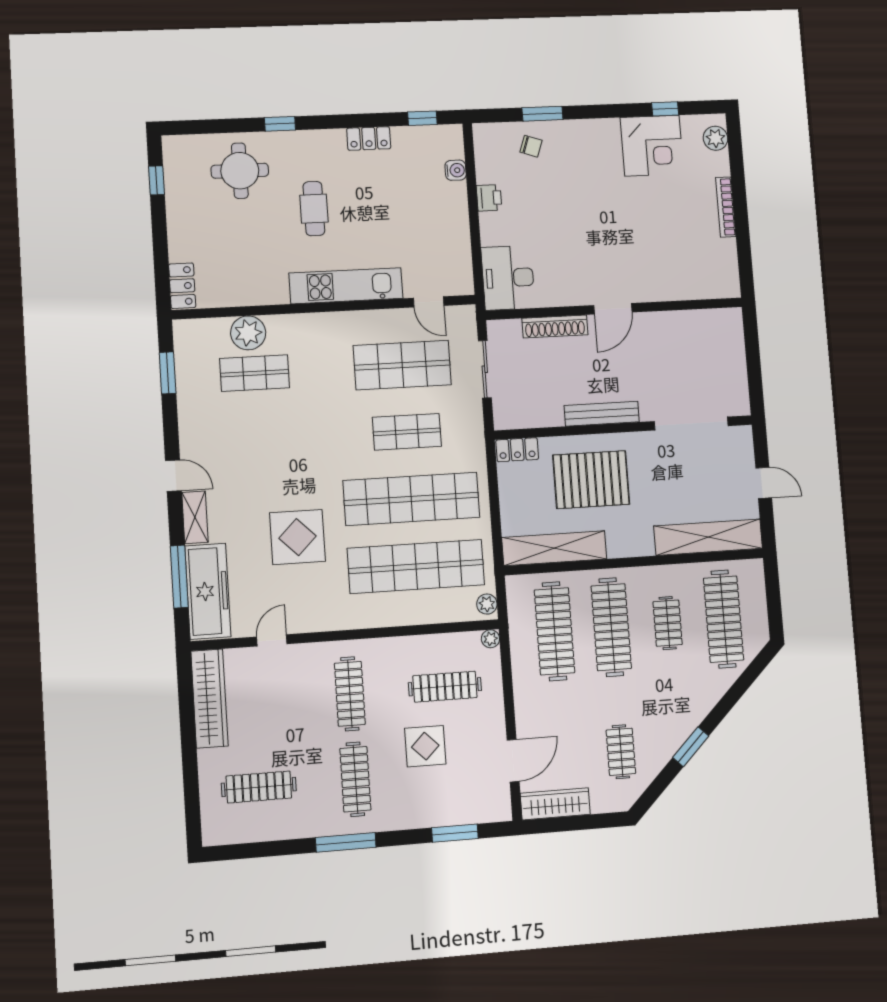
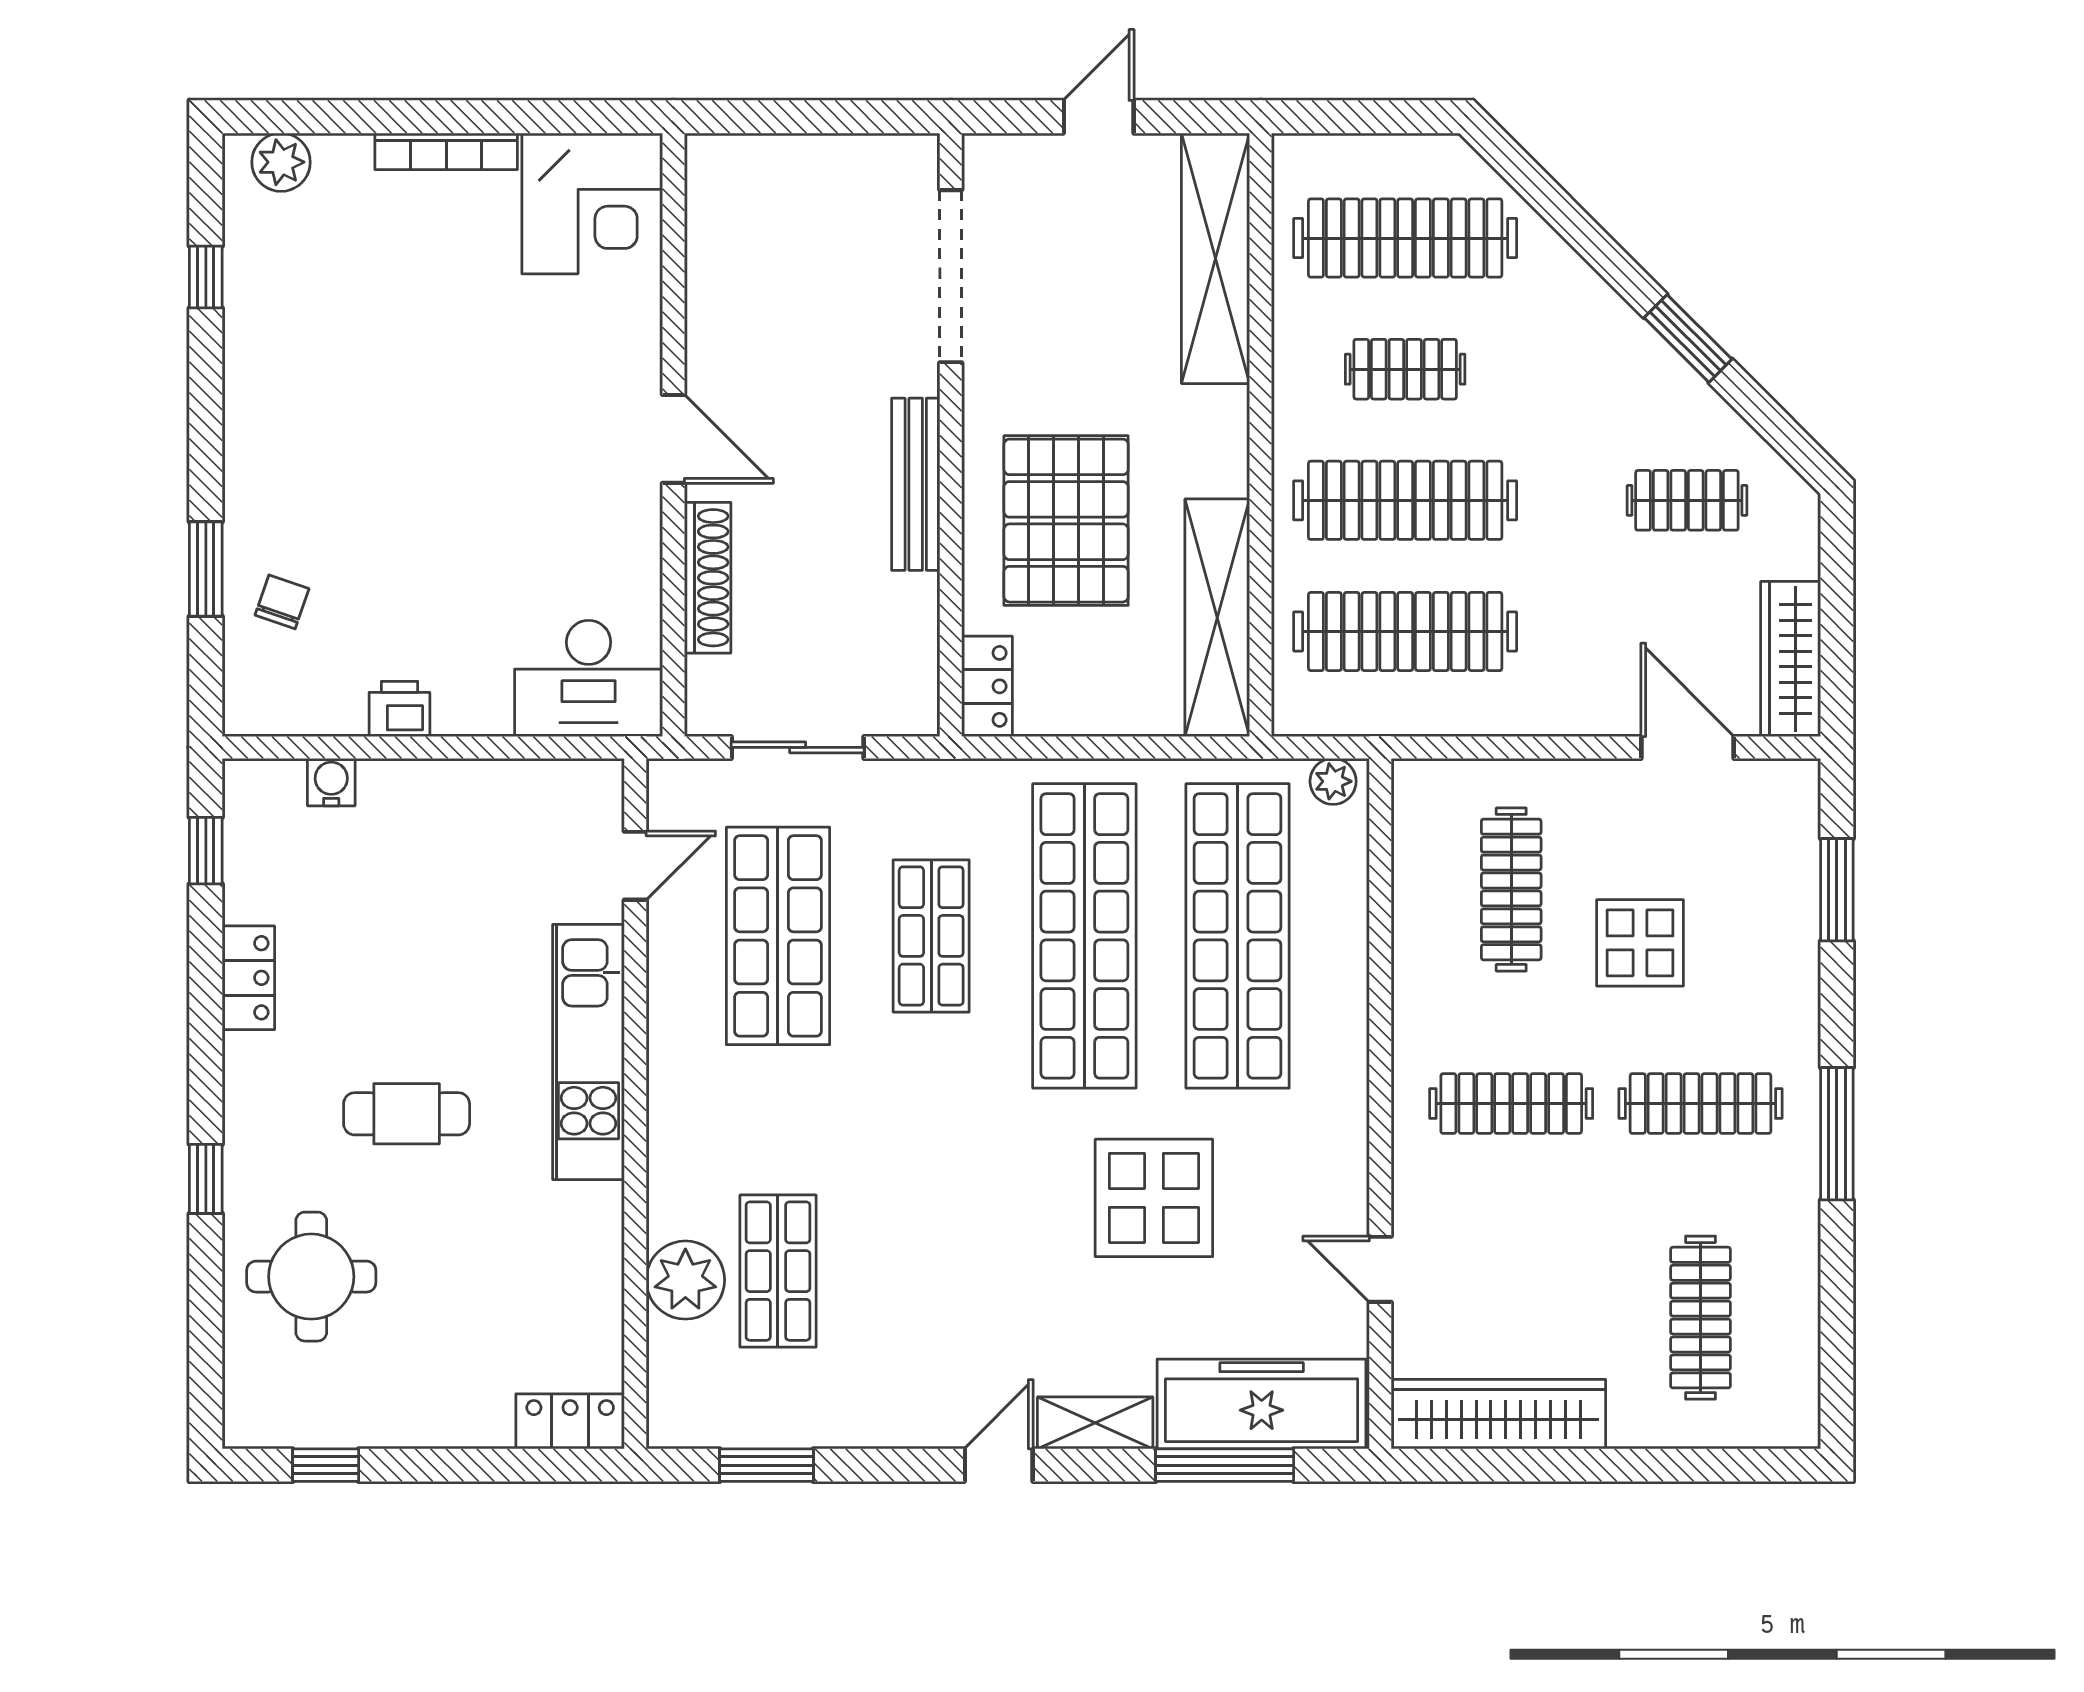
corner desk: (652, 146) -> (592, 203), moved, turned 90
plant: (490, 639) -> (1412, 779), removed

